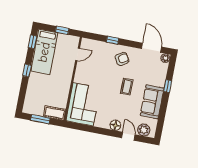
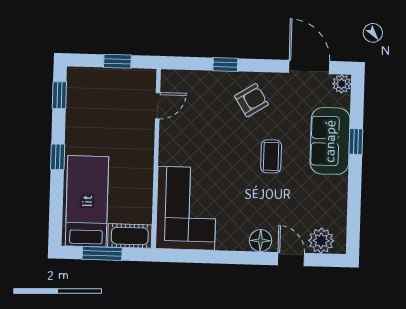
bed: (44, 52) -> (87, 201), moved, turned 180
sofa: (152, 102) -> (330, 141), moved

